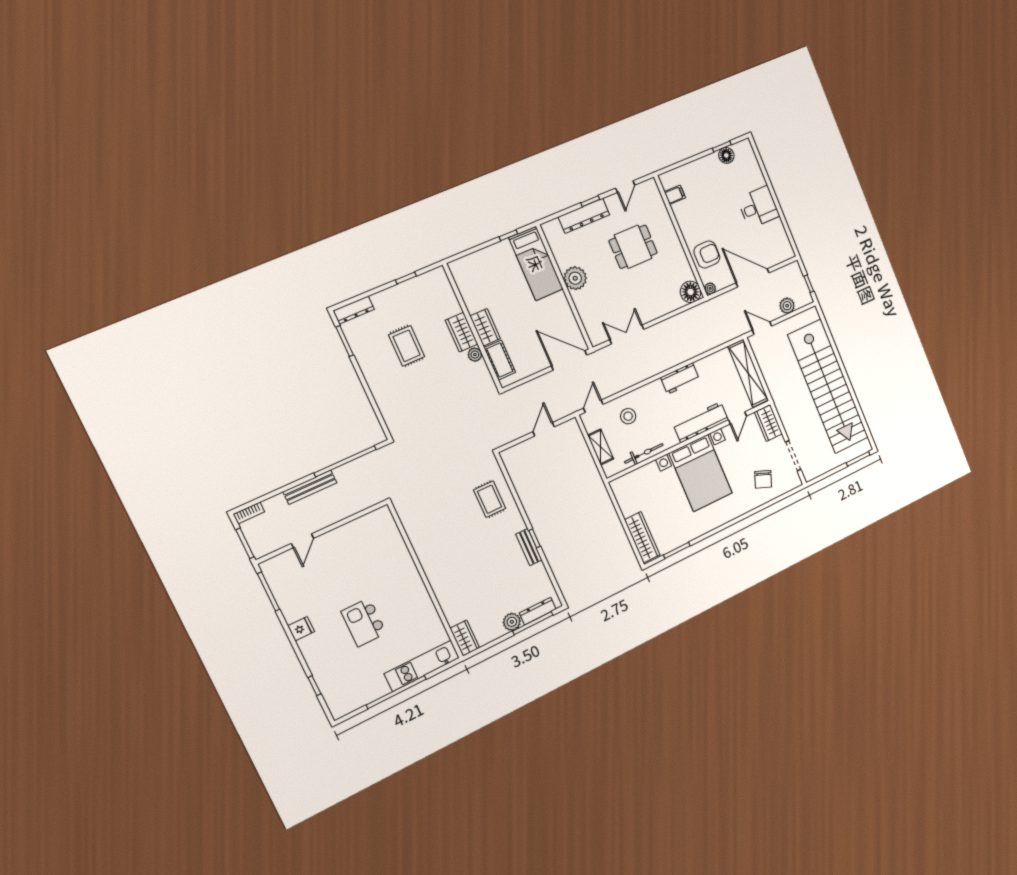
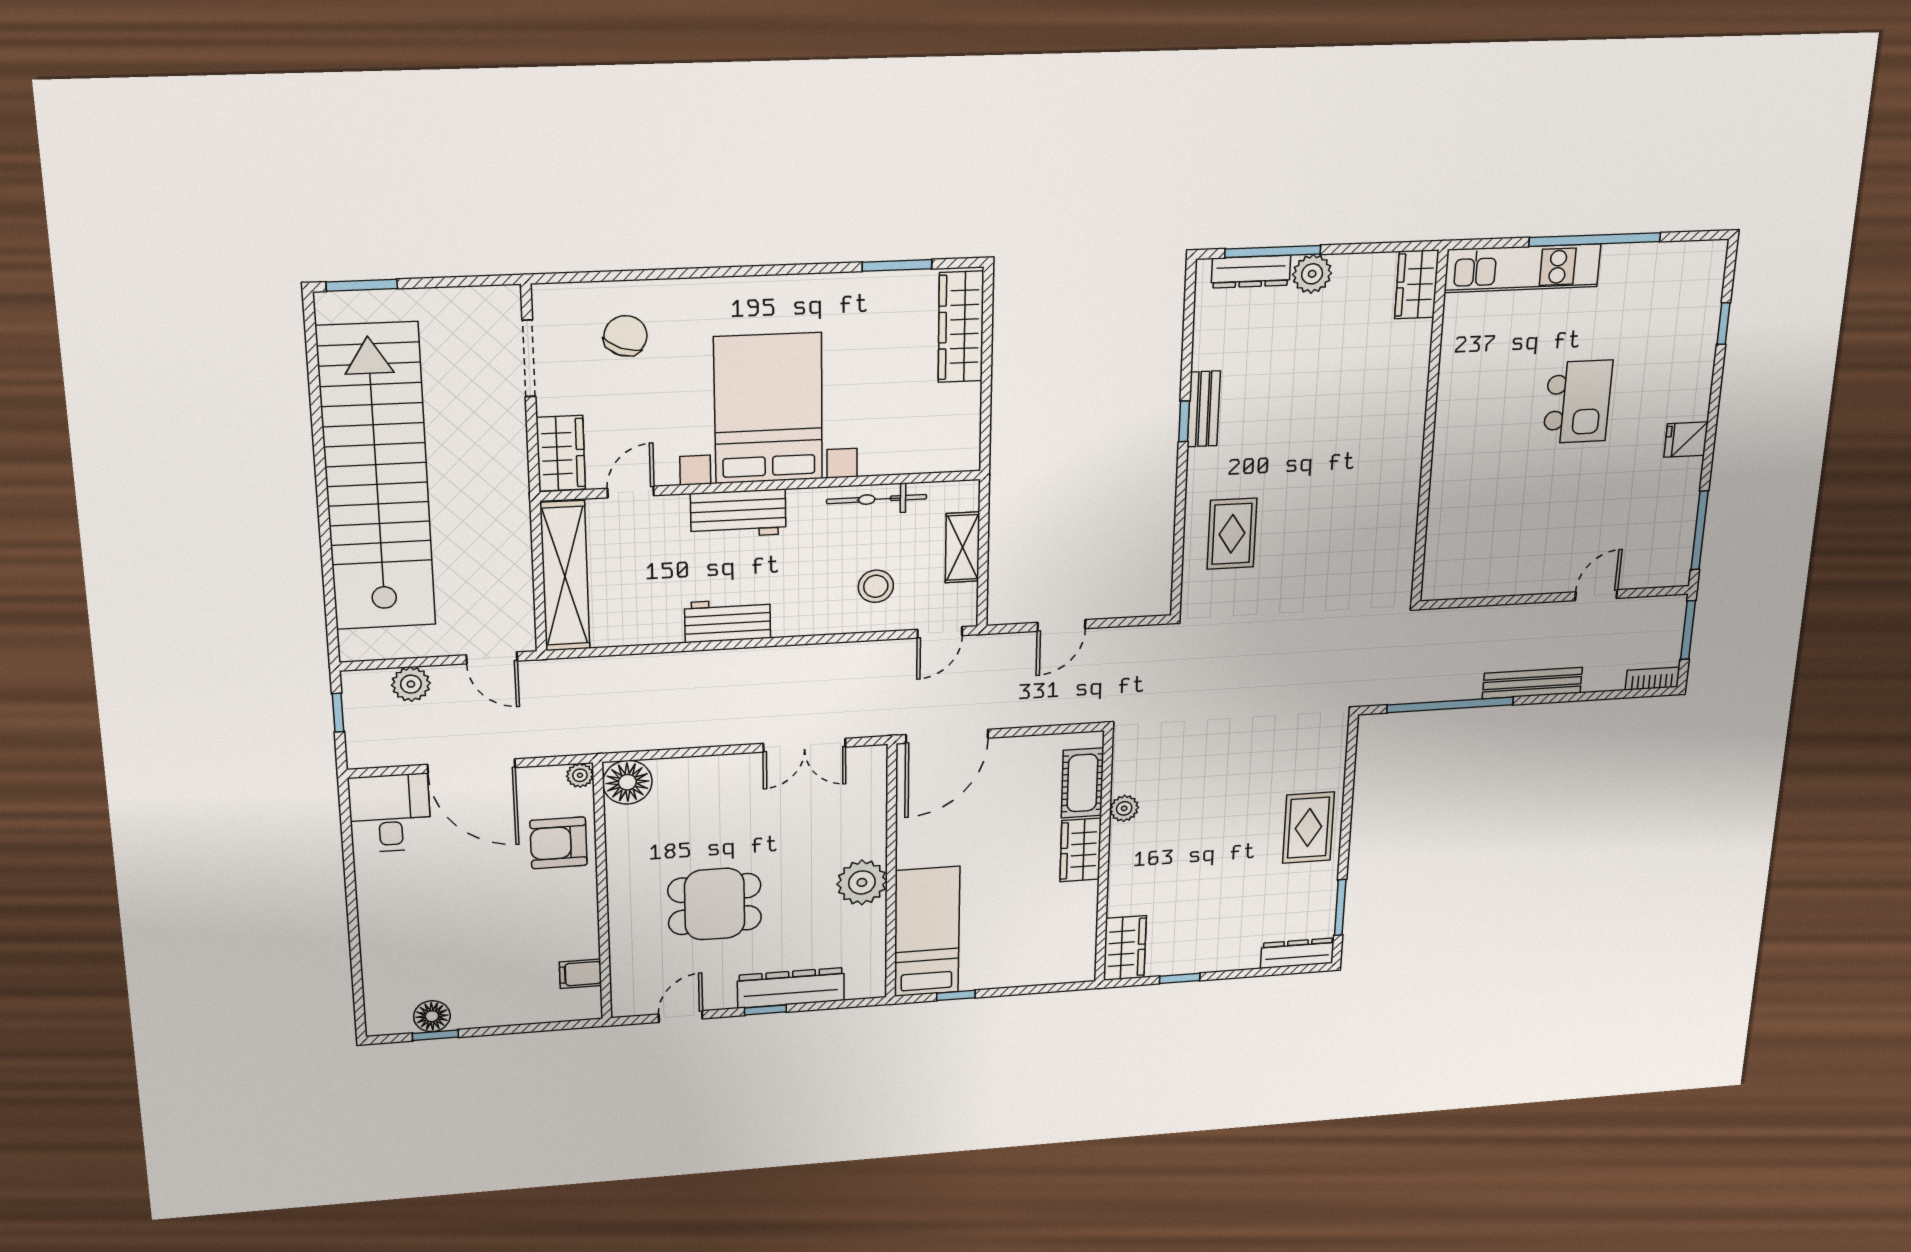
desk: (758, 207) -> (390, 813), moved, turned 90
wardrobe: (462, 332) -> (1125, 948), moved
rug: (407, 346) -> (1309, 828), moved
door: (569, 360) -> (947, 736), hinge flipped
workbench: (701, 422) -> (738, 514), width x0.73

